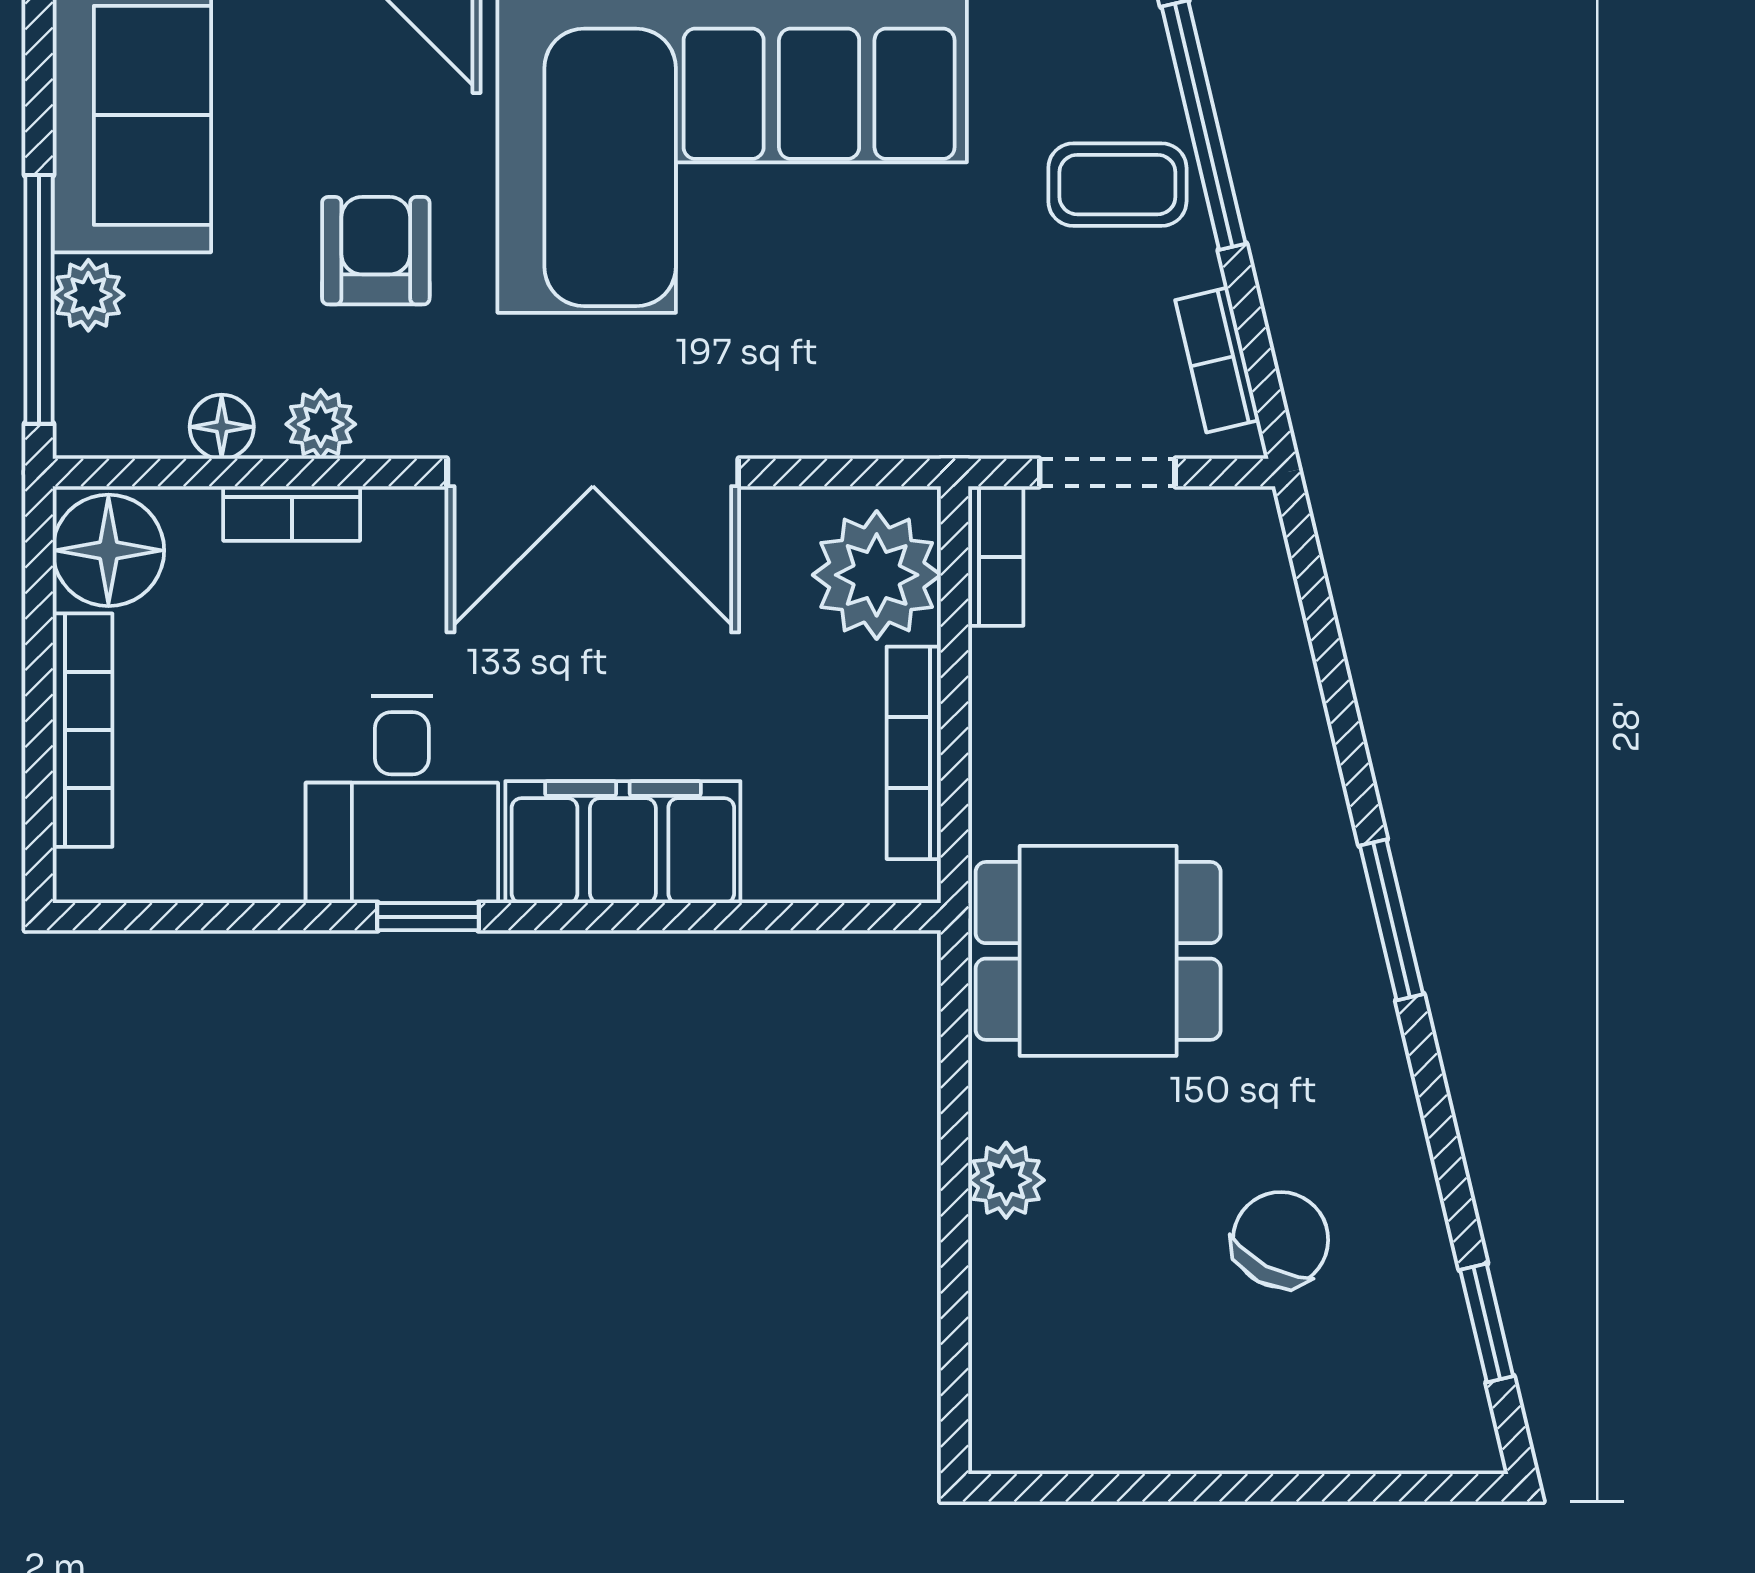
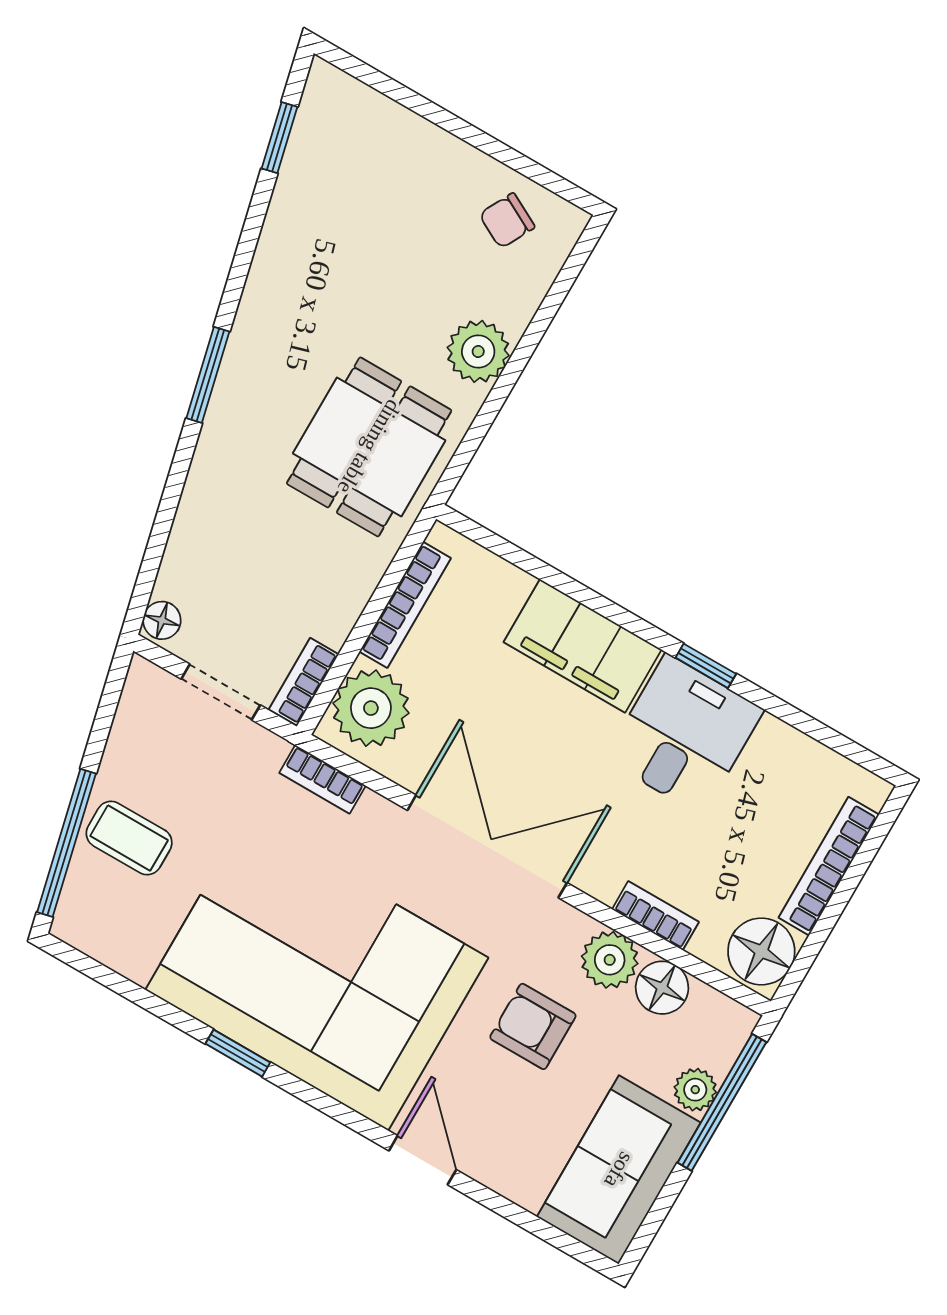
armchair: (376, 251) -> (533, 1026), turned 90
bookcase: (1217, 360) -> (323, 779), moved, turned 103
plant: (321, 424) -> (610, 960), width x1.38, depth x1.38
floor lamp: (222, 427) -> (662, 988), width x1.37, depth x1.37
floor lamp: (1252, 527) -> (162, 620), added
dining table: (1098, 951) -> (369, 447), turned 90
plant: (1006, 1180) -> (478, 351), width x1.38, depth x1.38
chair: (1281, 1240) -> (507, 221), moved, width x0.73, depth x0.73

